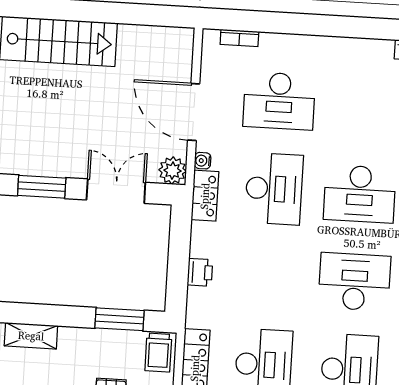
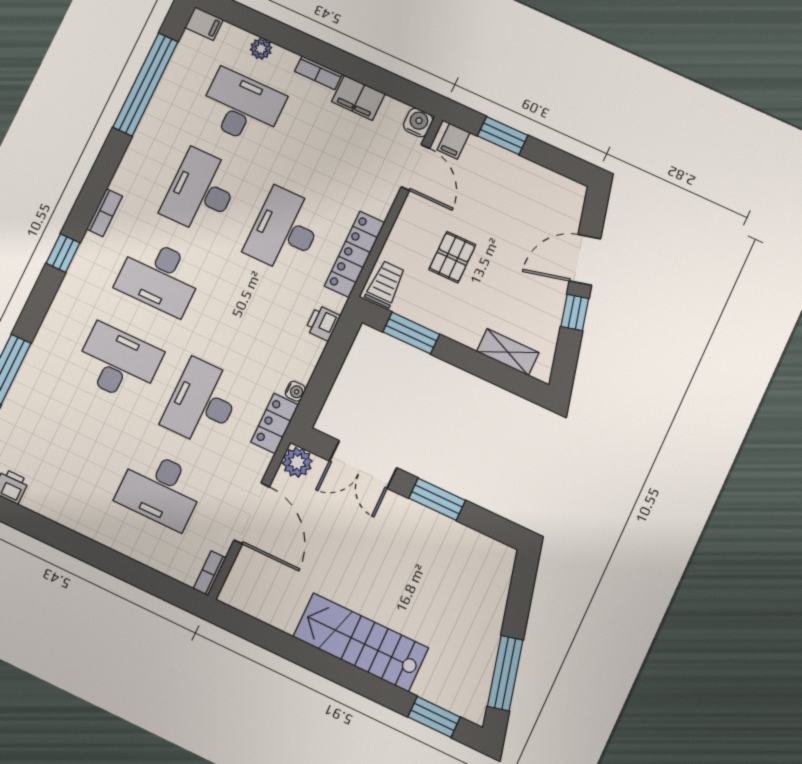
bookcase: (239, 38) -> (210, 573), moved, turned -90
desk: (279, 101) -> (160, 490), turned 180
water cooler: (203, 161) -> (295, 391), moved
printer: (200, 272) -> (323, 323), moved

